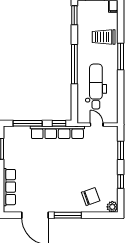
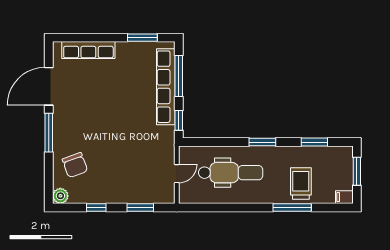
window: (74, 15) -> (314, 142), moved
window: (121, 56) -> (292, 208), moved
window: (74, 64) -> (262, 142), width x0.47
row of seats: (57, 132) -> (166, 87), moved

